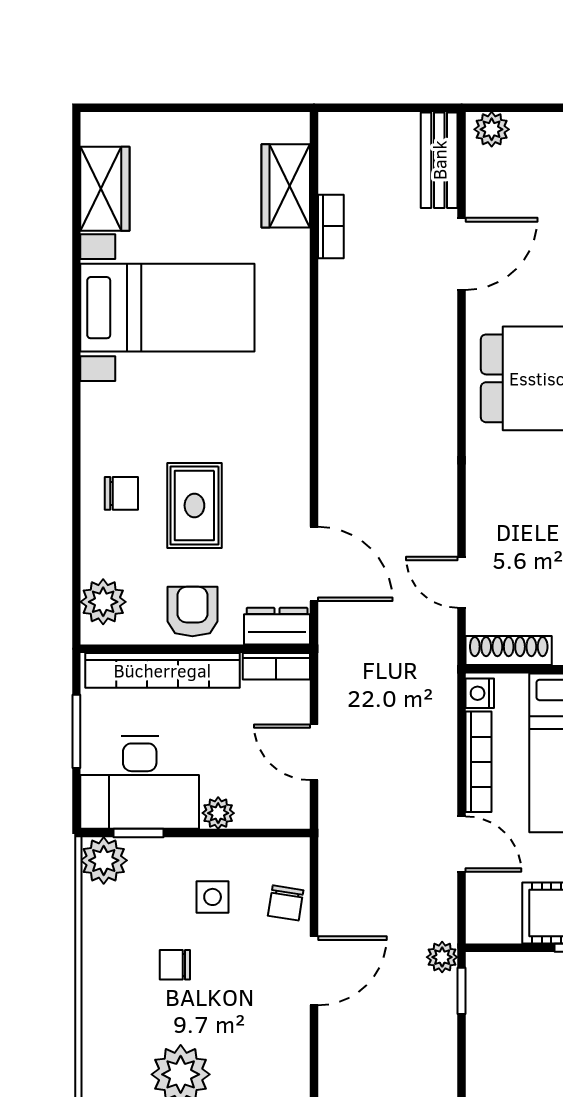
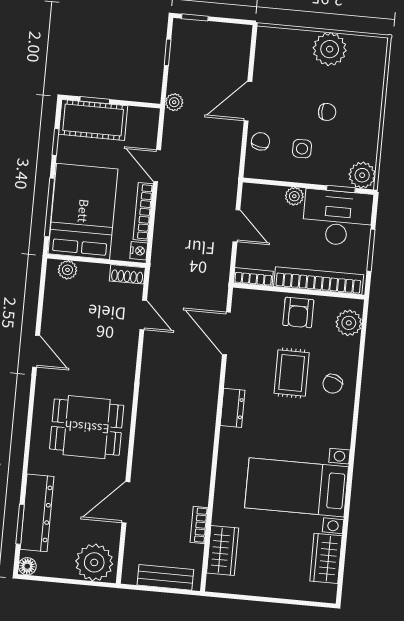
plant: (492, 129) -> (94, 562), width x1.87, depth x1.87
bench: (439, 160) -> (165, 577), moved, turned 90
chair: (121, 493) -> (333, 384), turned -69
dresser: (277, 626) -> (233, 408), moved, turned -90
shoe rack: (509, 650) -> (127, 274), width x0.70
window: (462, 991) -> (168, 52), moved

